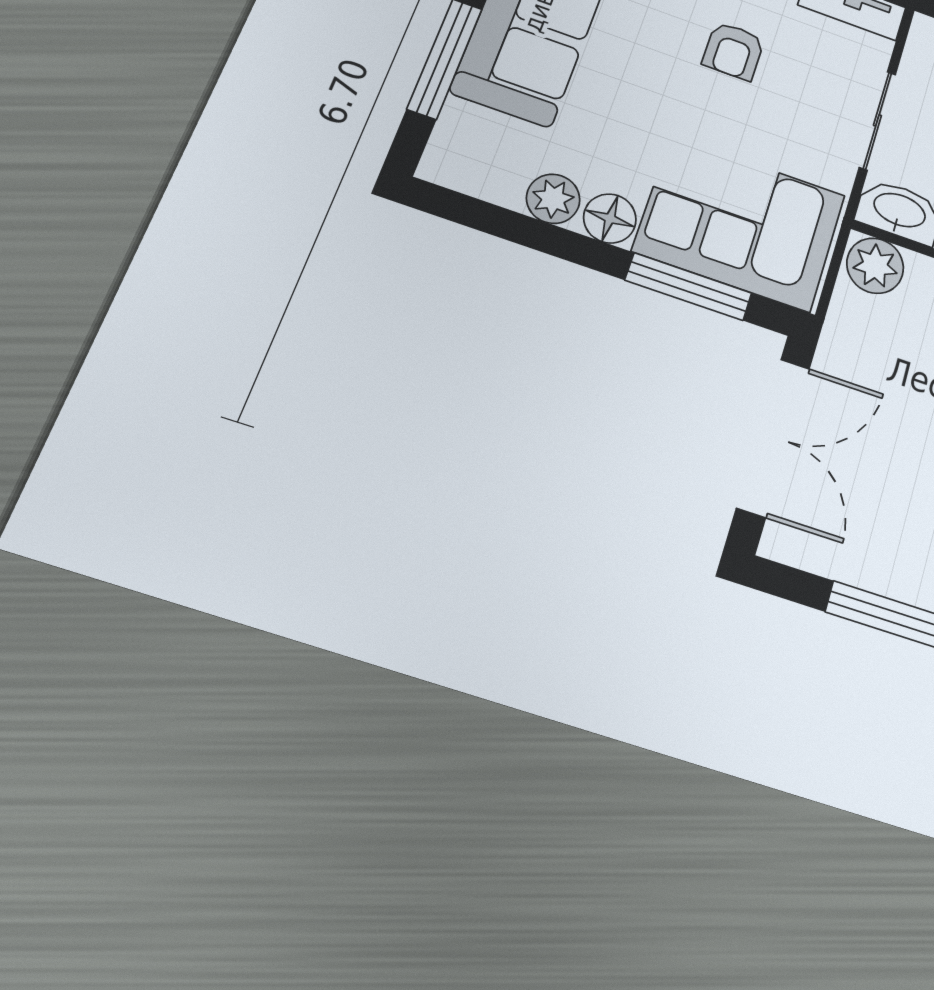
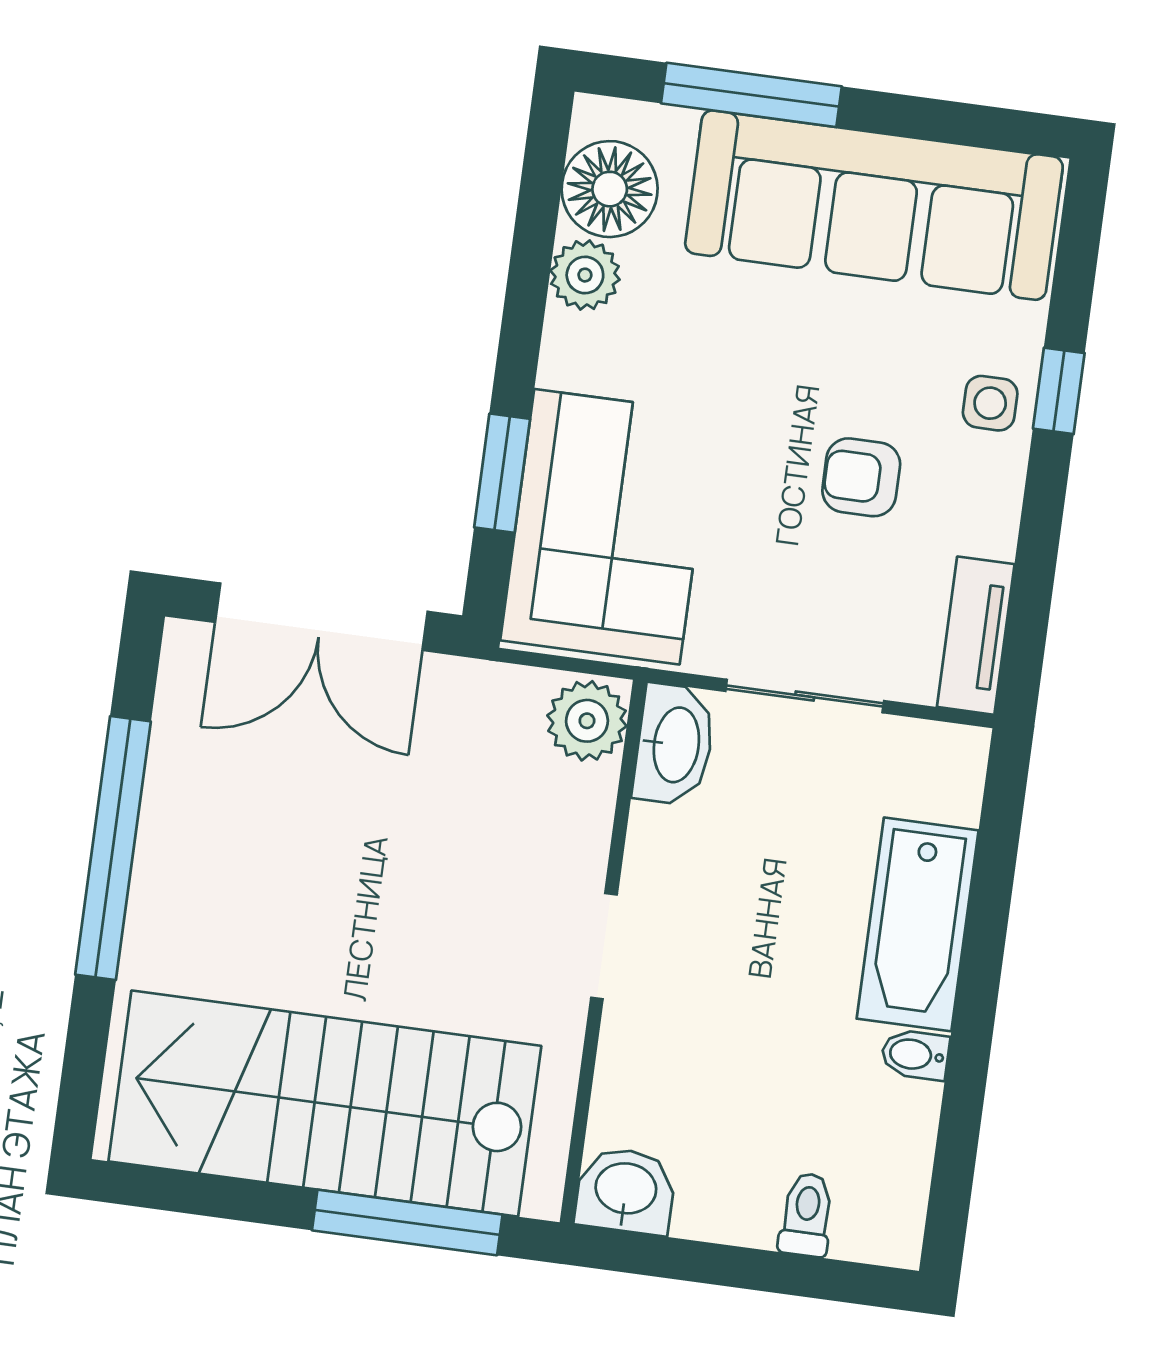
floor lamp: (610, 218) -> (610, 189), moved, width x1.38, depth x1.38
window: (689, 287) -> (502, 473), width x0.69

